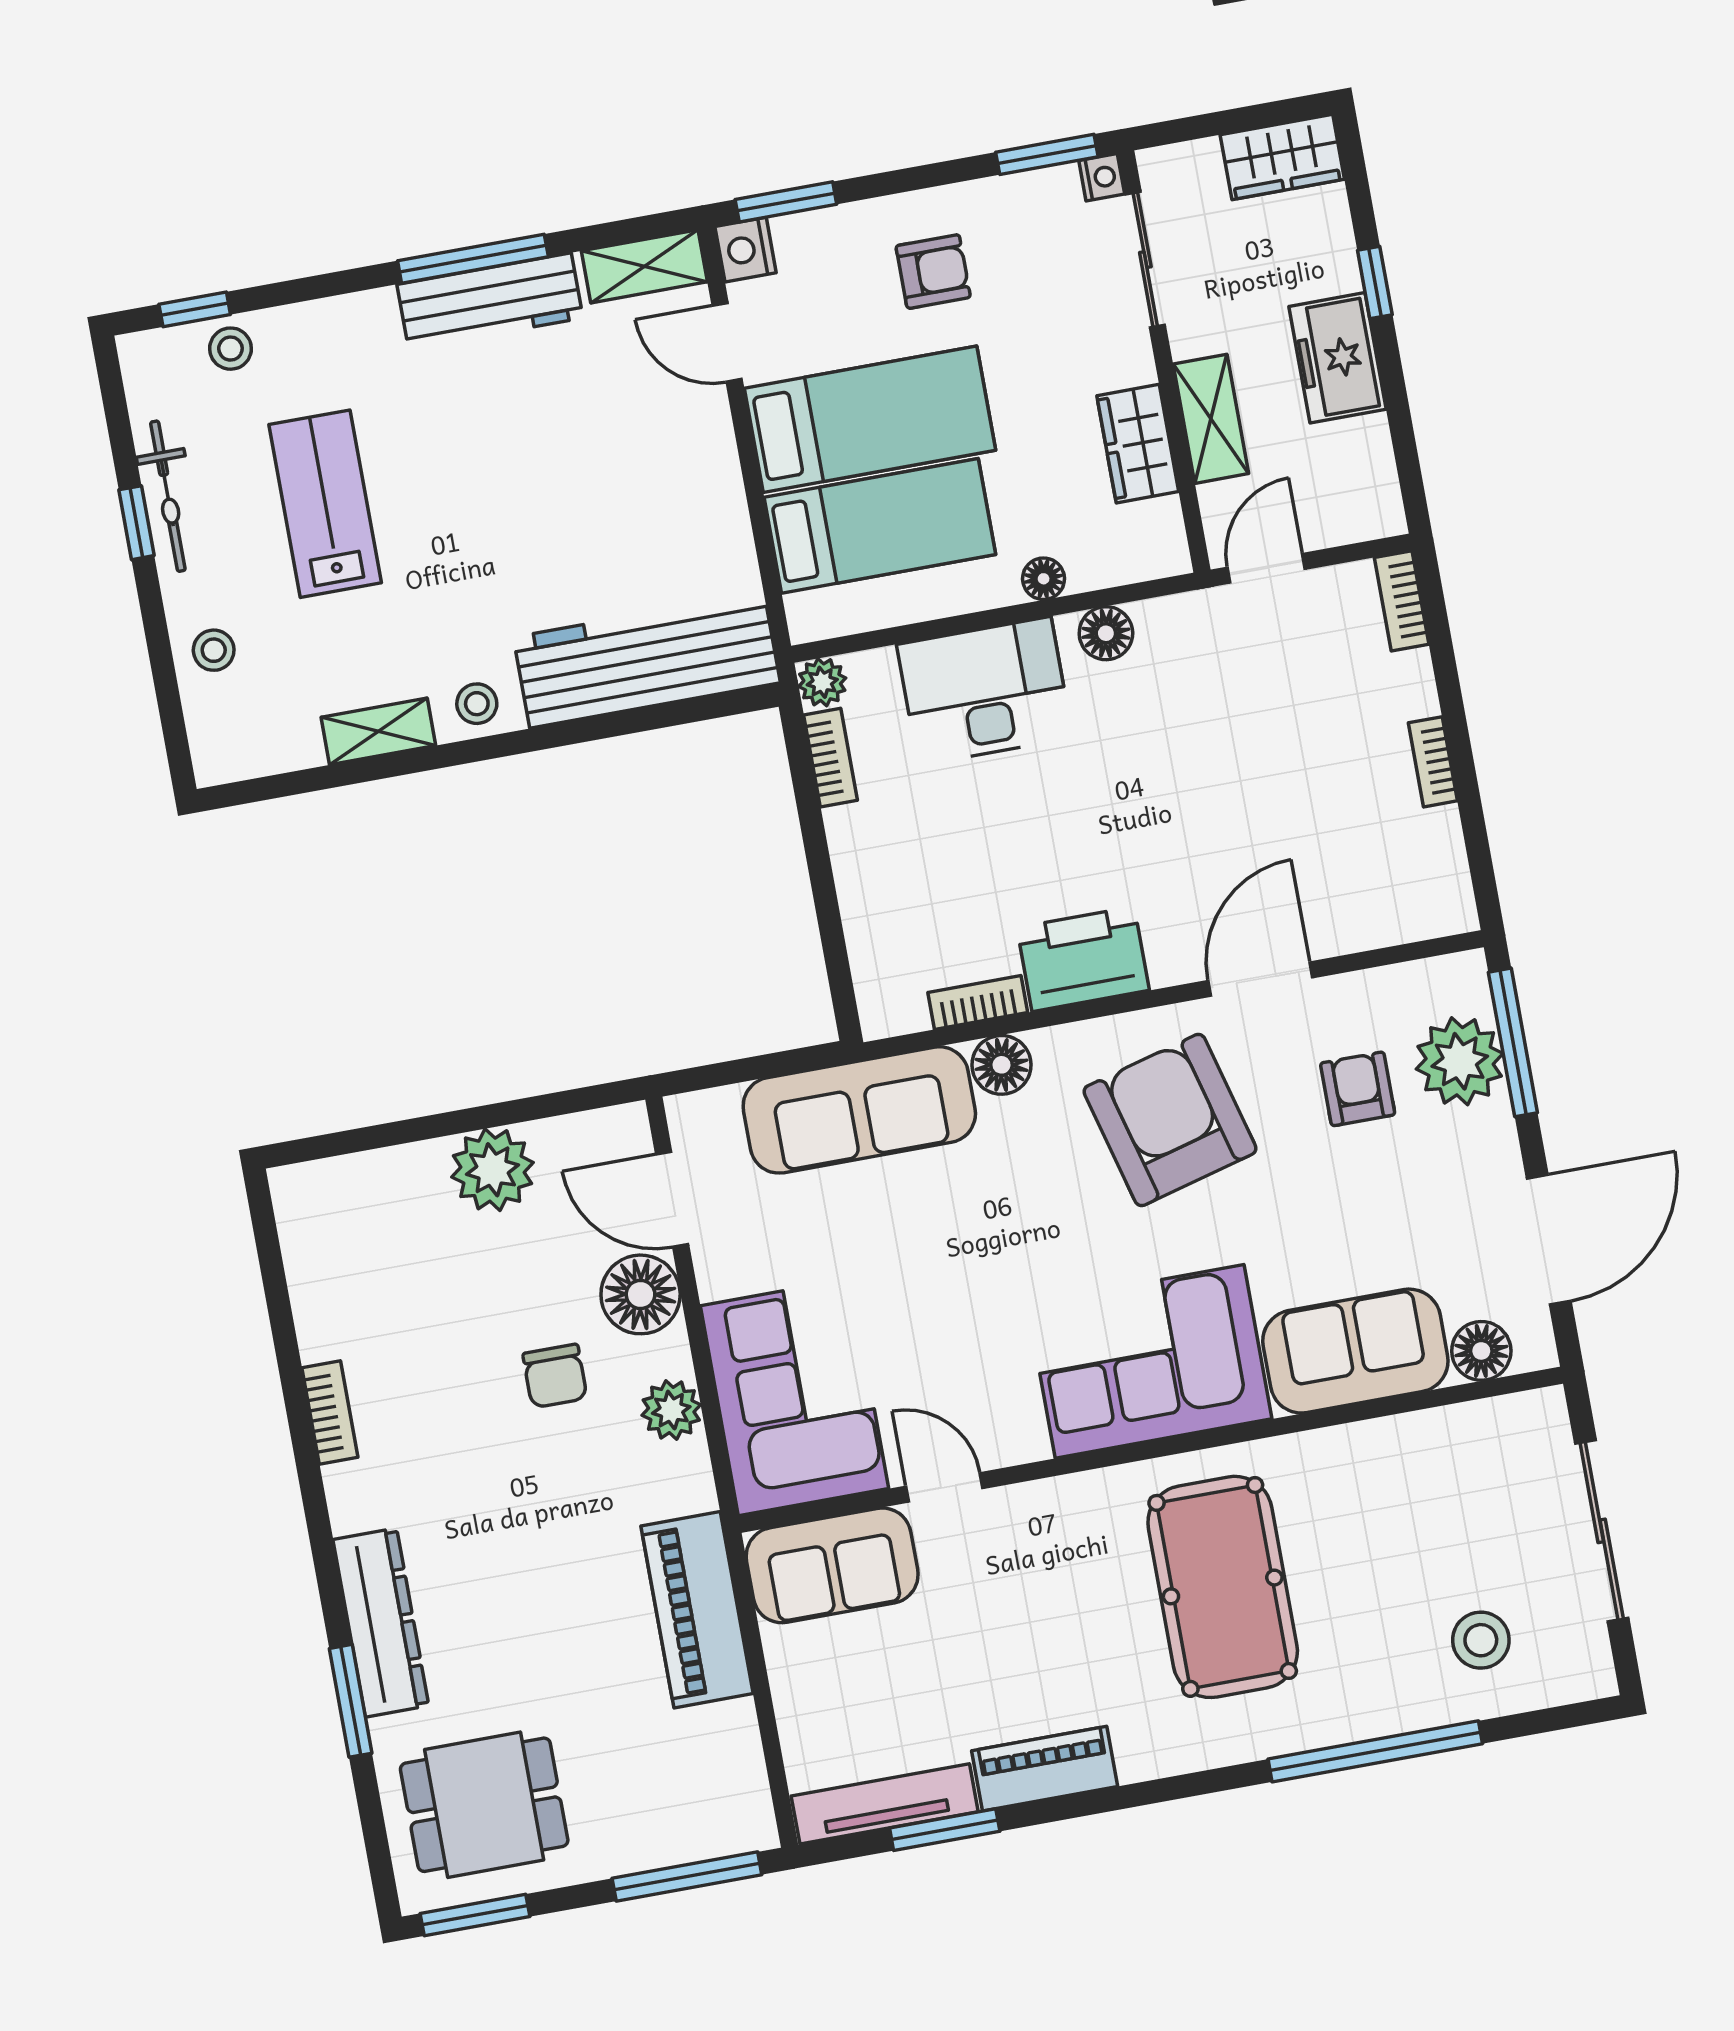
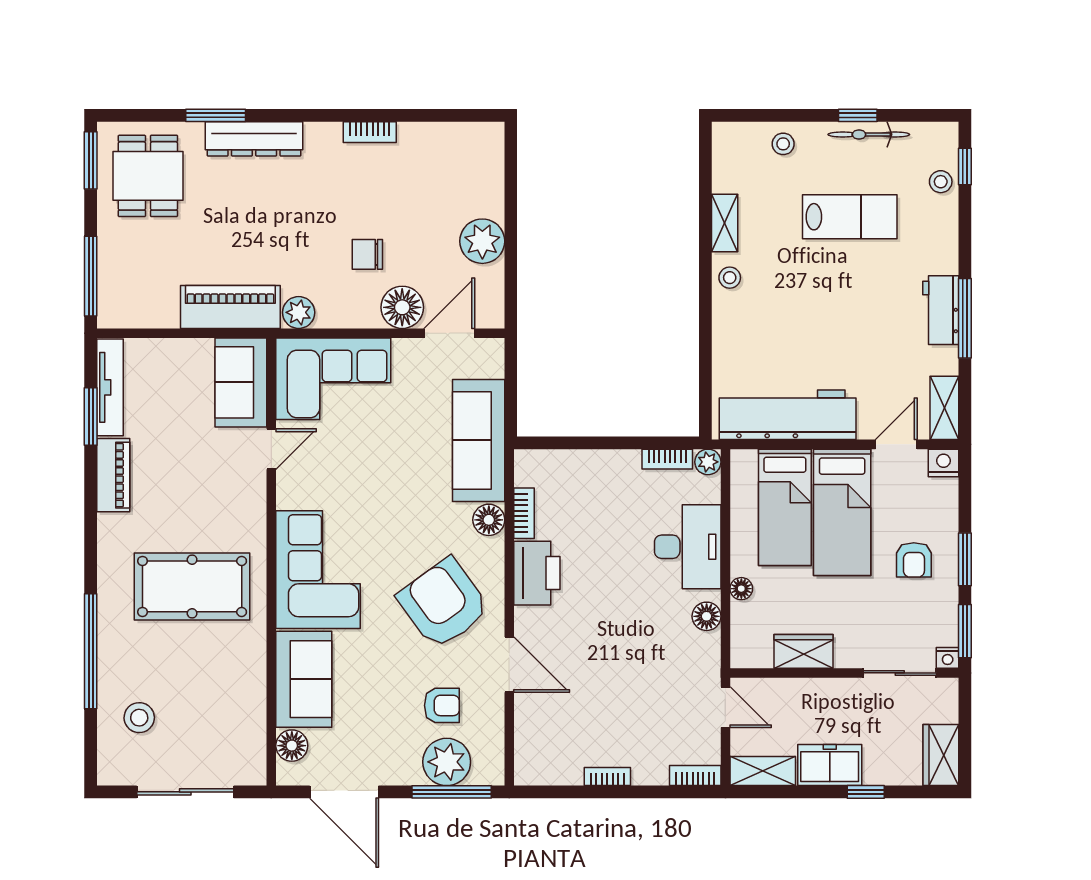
window: (786, 202) -> (965, 559), moved
workbench: (490, 301) -> (941, 310), width x0.73
shelving: (1211, 419) -> (763, 771), moved
workbench: (647, 660) -> (788, 415), moved, turned -90
armchair: (1170, 1120) -> (444, 603), turned -111
plant: (671, 1410) -> (299, 312), moved

